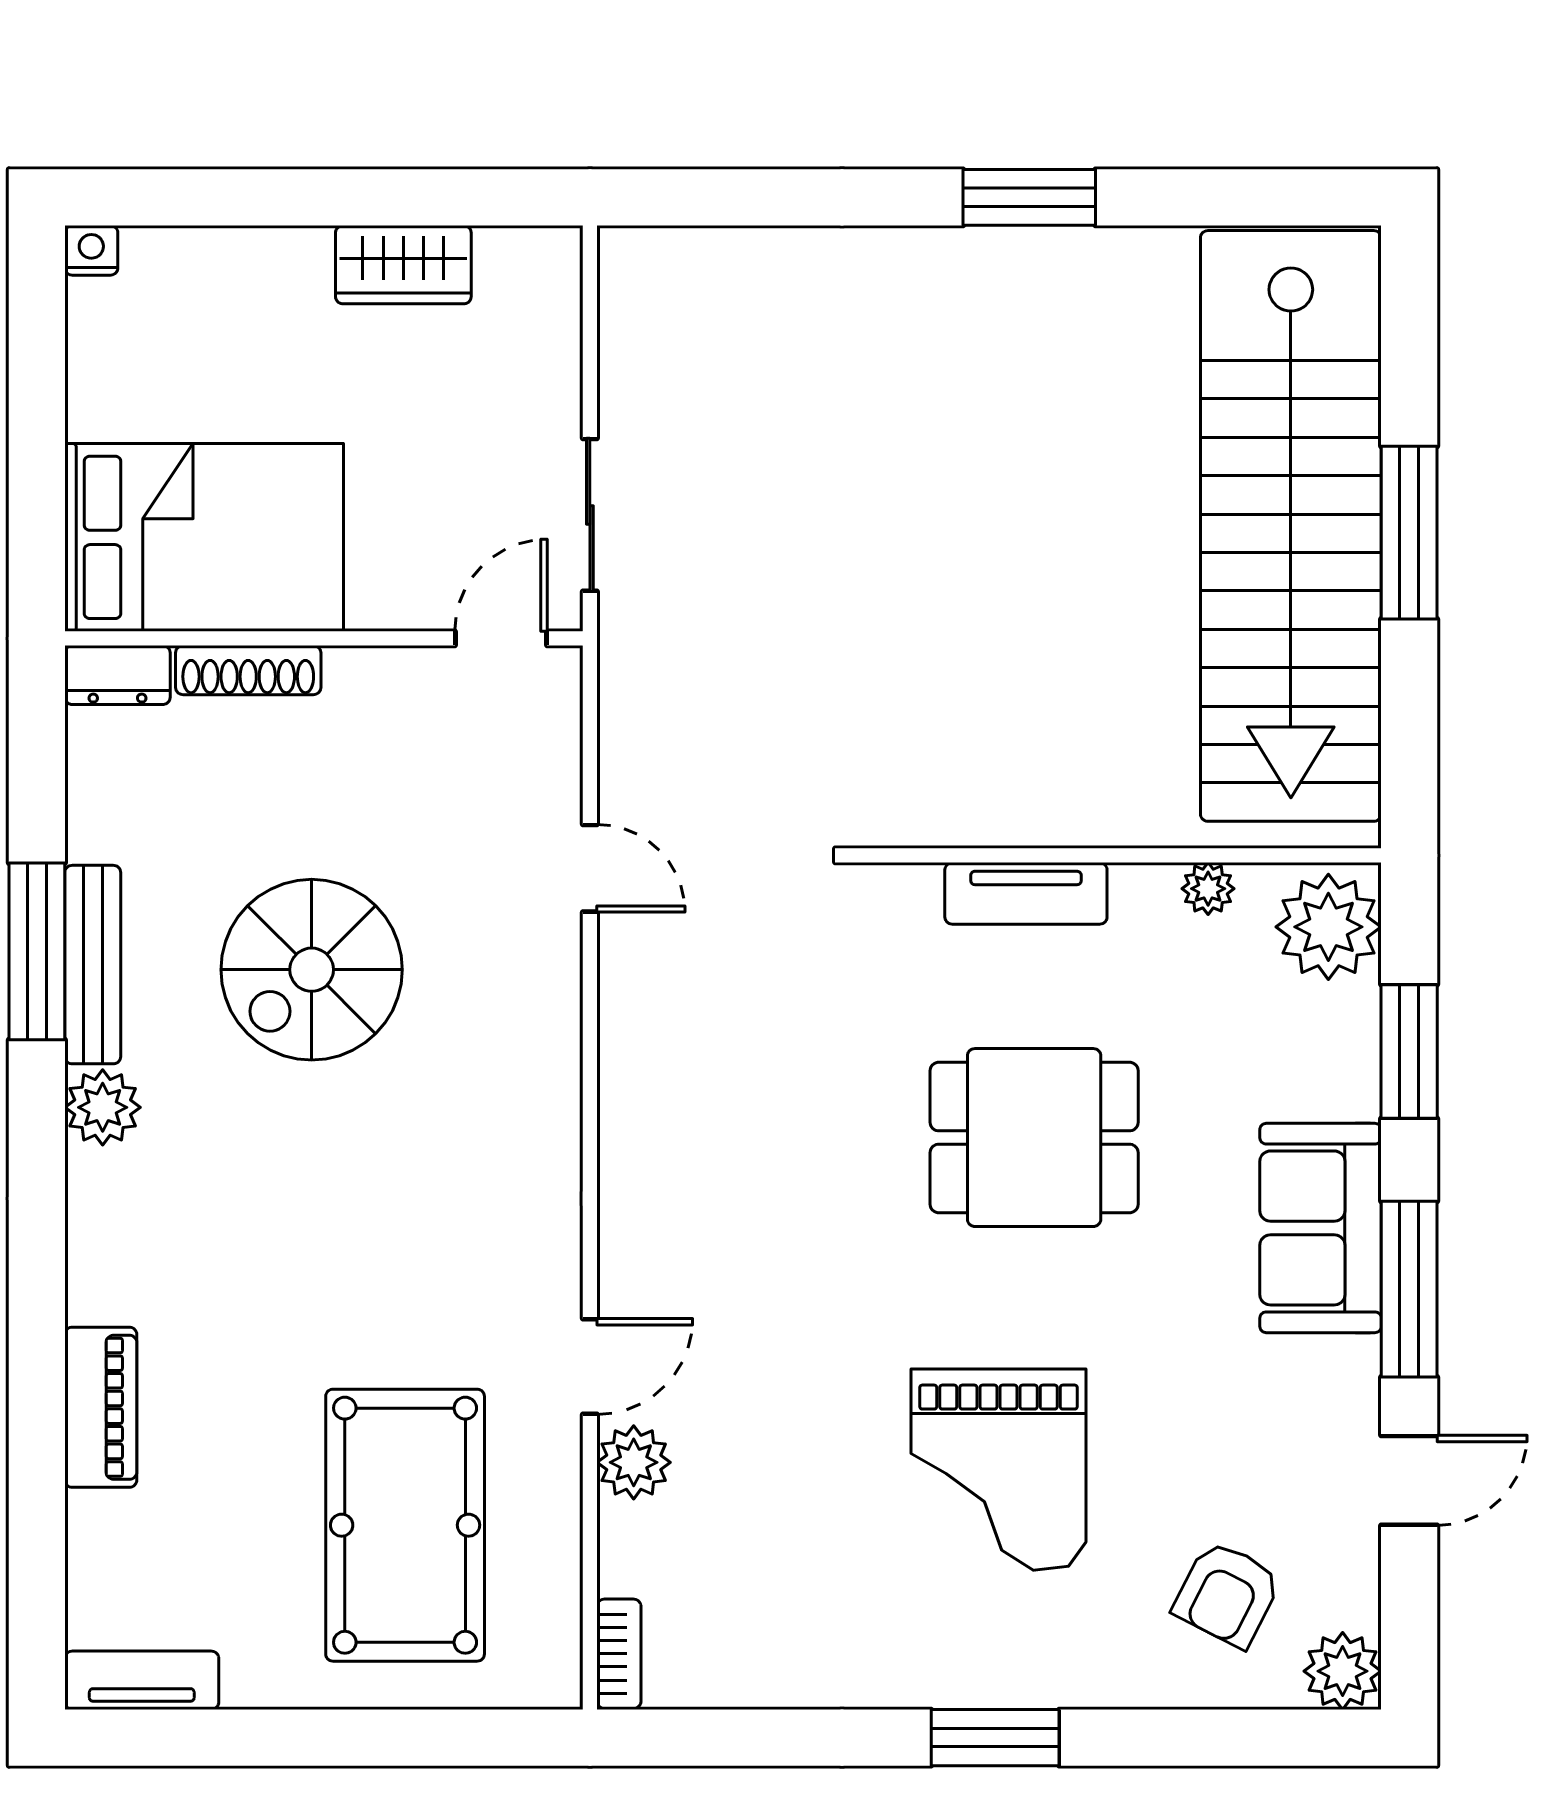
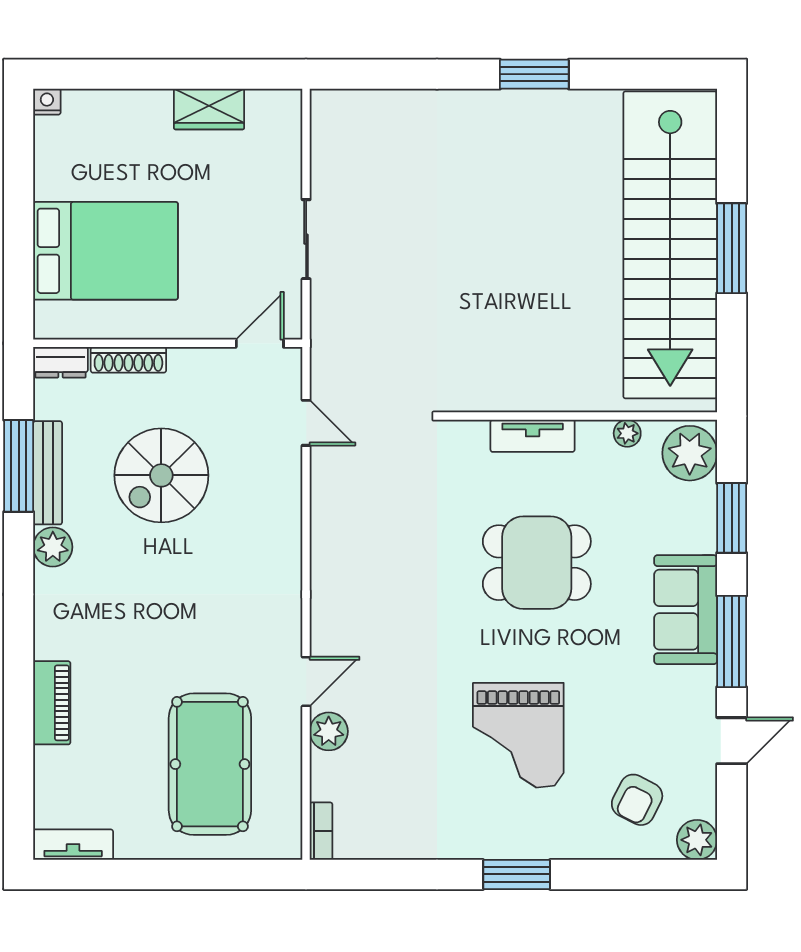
wall: (324, 638) -> (168, 343), moved
door: (501, 638) -> (260, 343), moved
shoe rack: (248, 670) -> (128, 360), moved
dresser: (117, 675) -> (60, 362), moved

